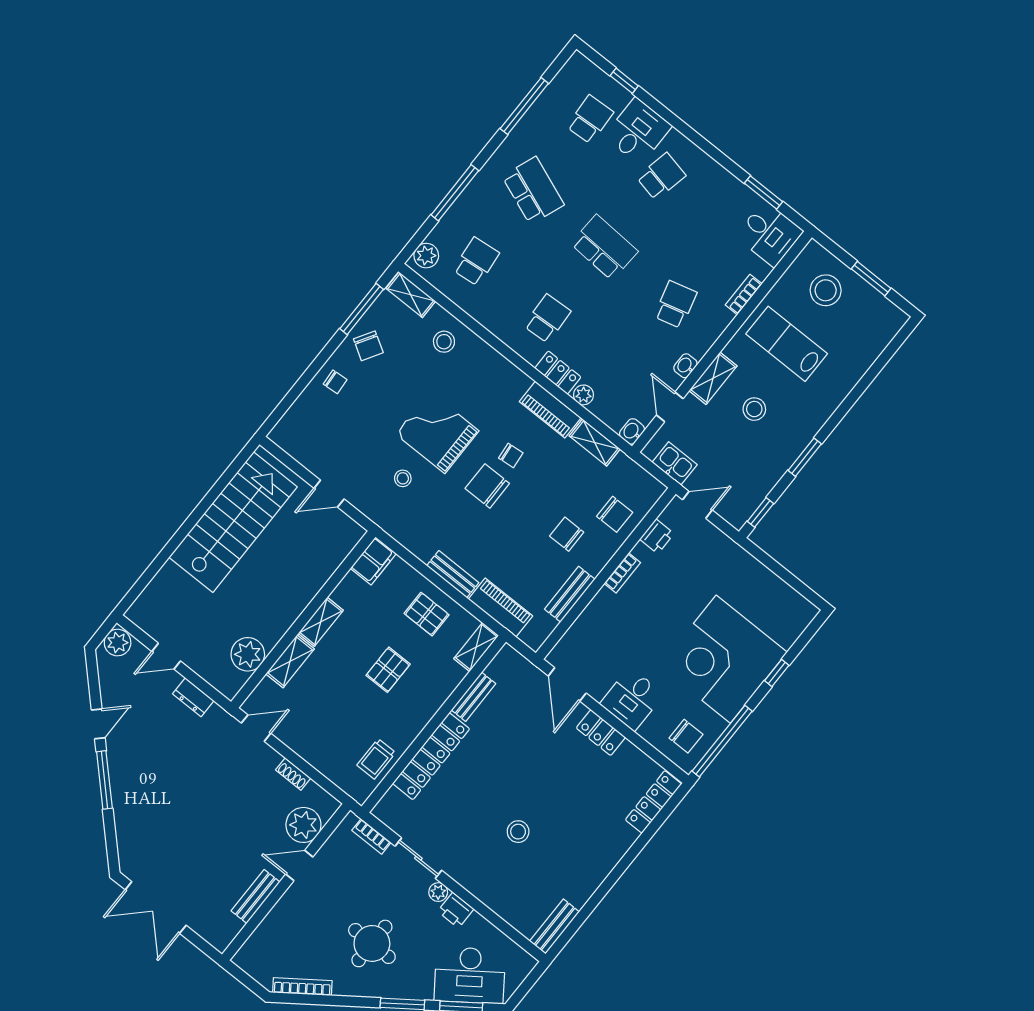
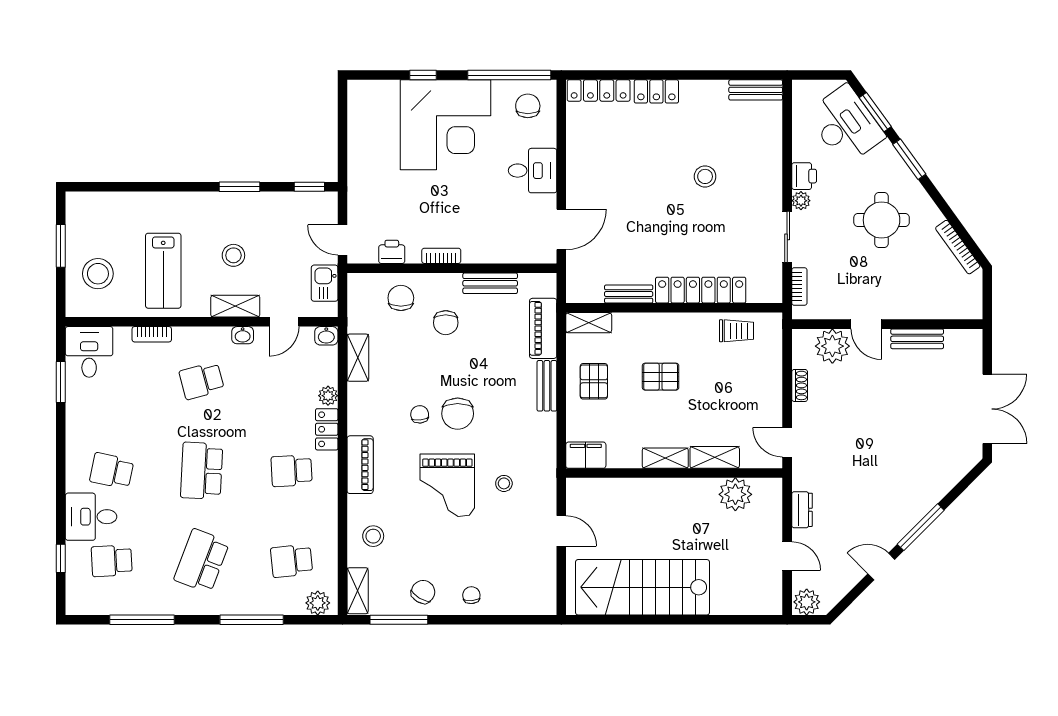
piano: (550, 410) -> (360, 465), moved
locker: (601, 733) -> (656, 91), moved, turned 90

